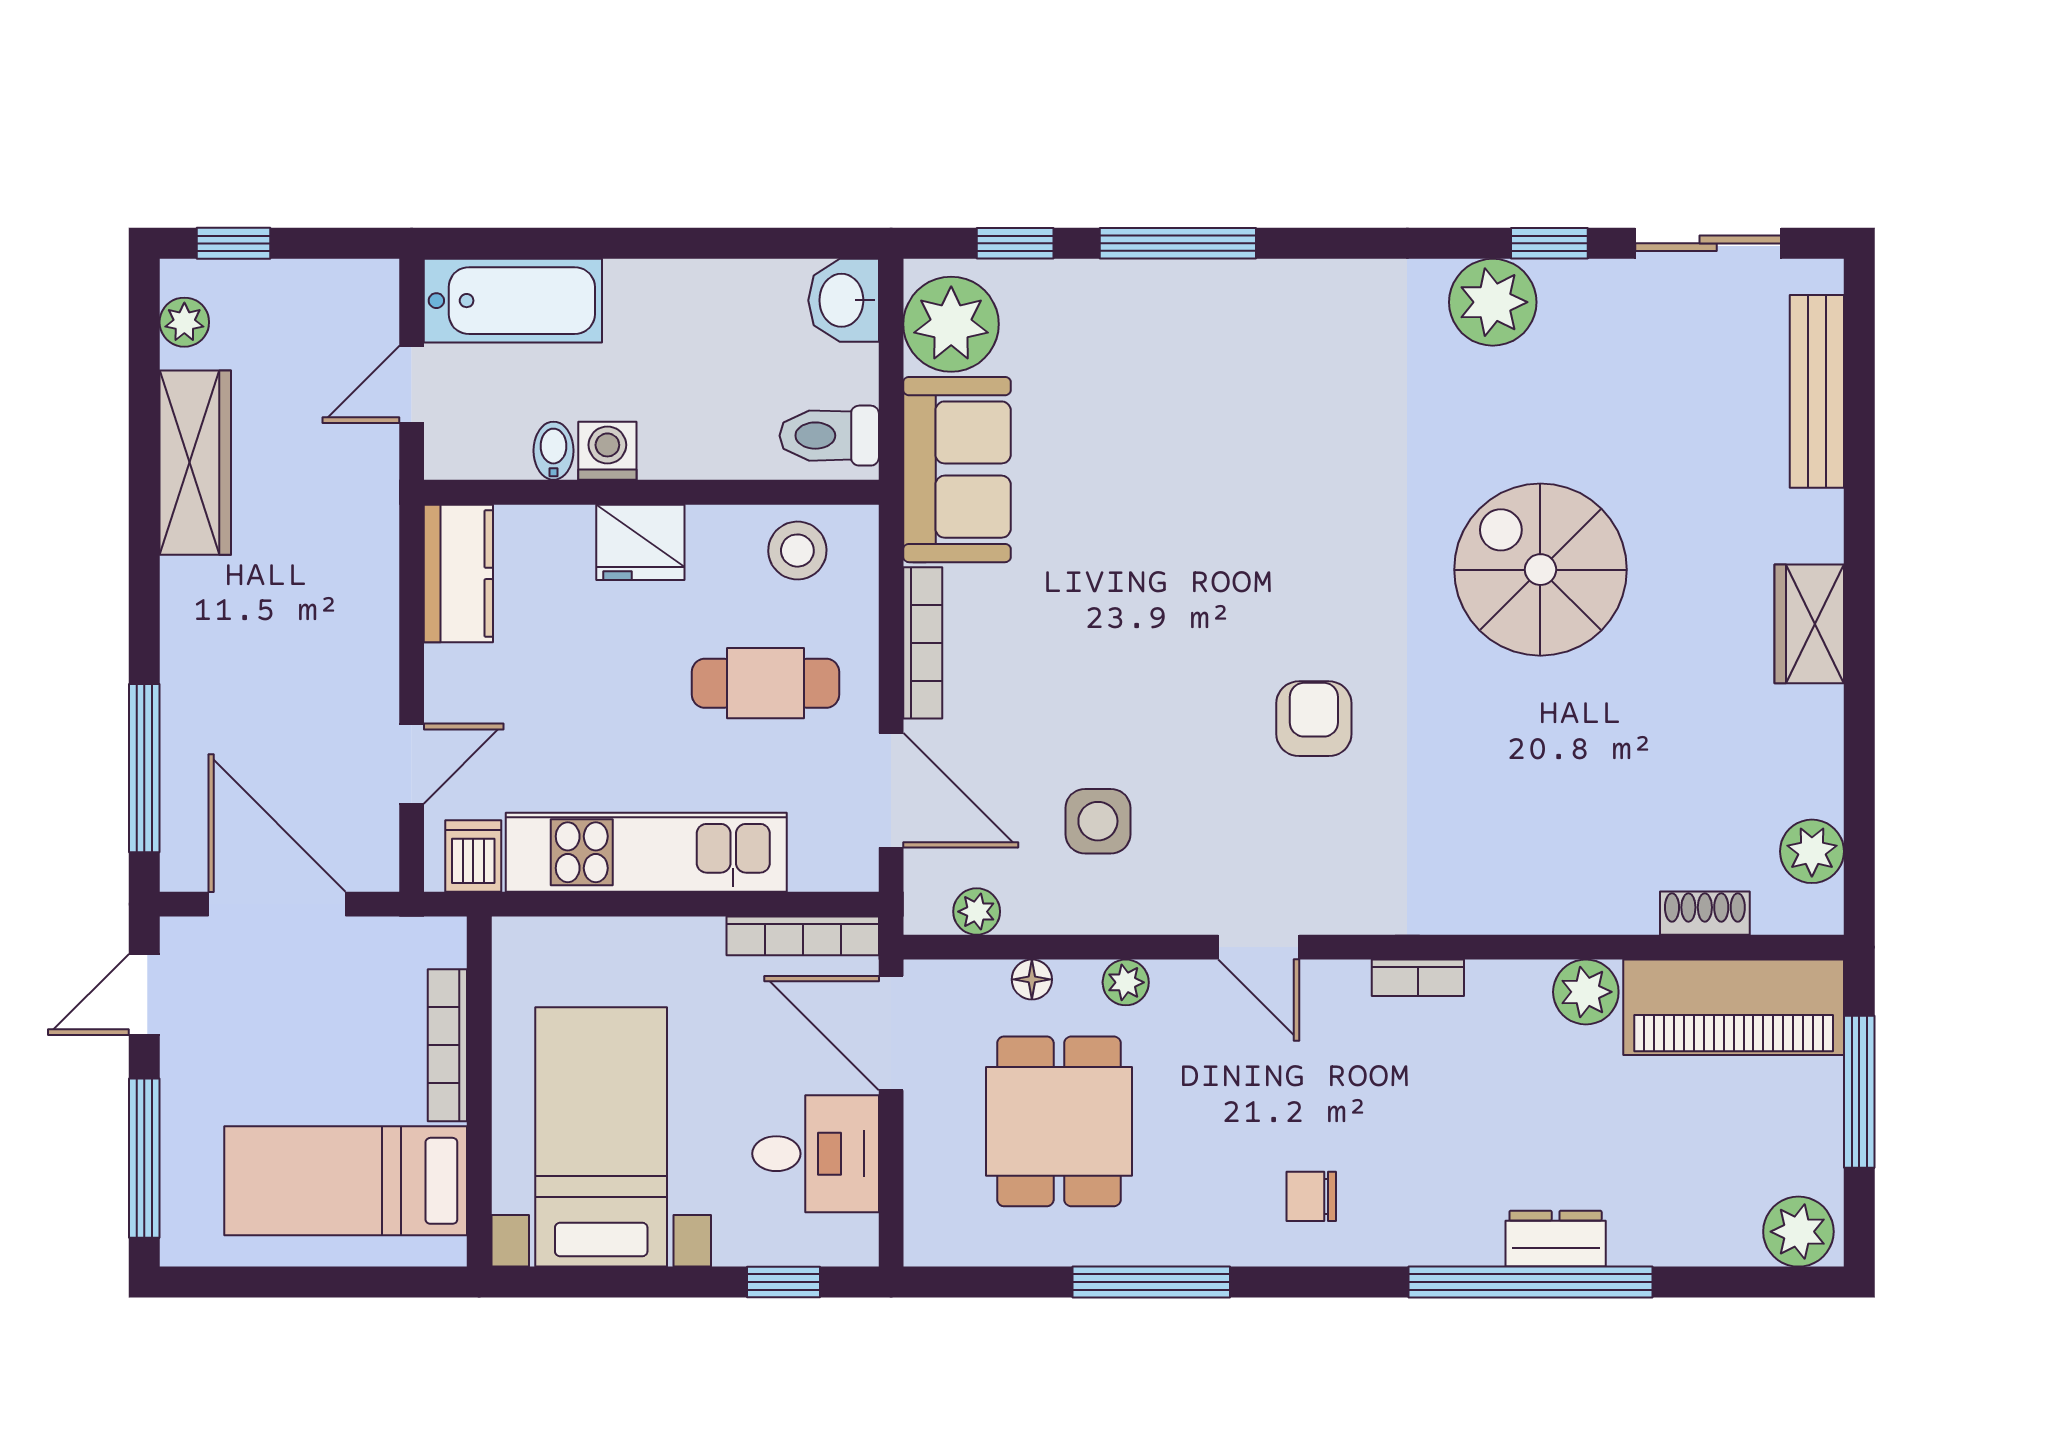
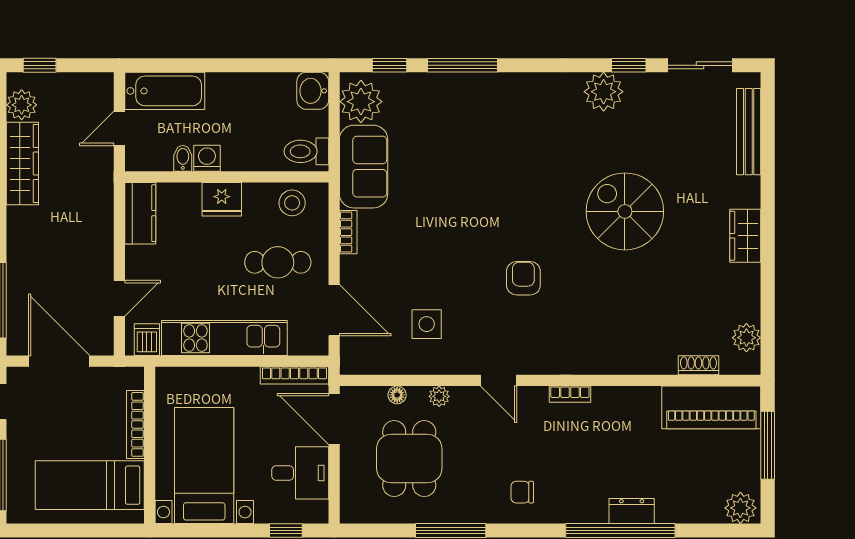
plant: (184, 322) -> (22, 105), width x1.38, depth x1.38
bookcase: (923, 643) -> (348, 232), width x0.64
plant: (977, 912) -> (372, 365), removed
plant: (1586, 992) -> (645, 401), removed

